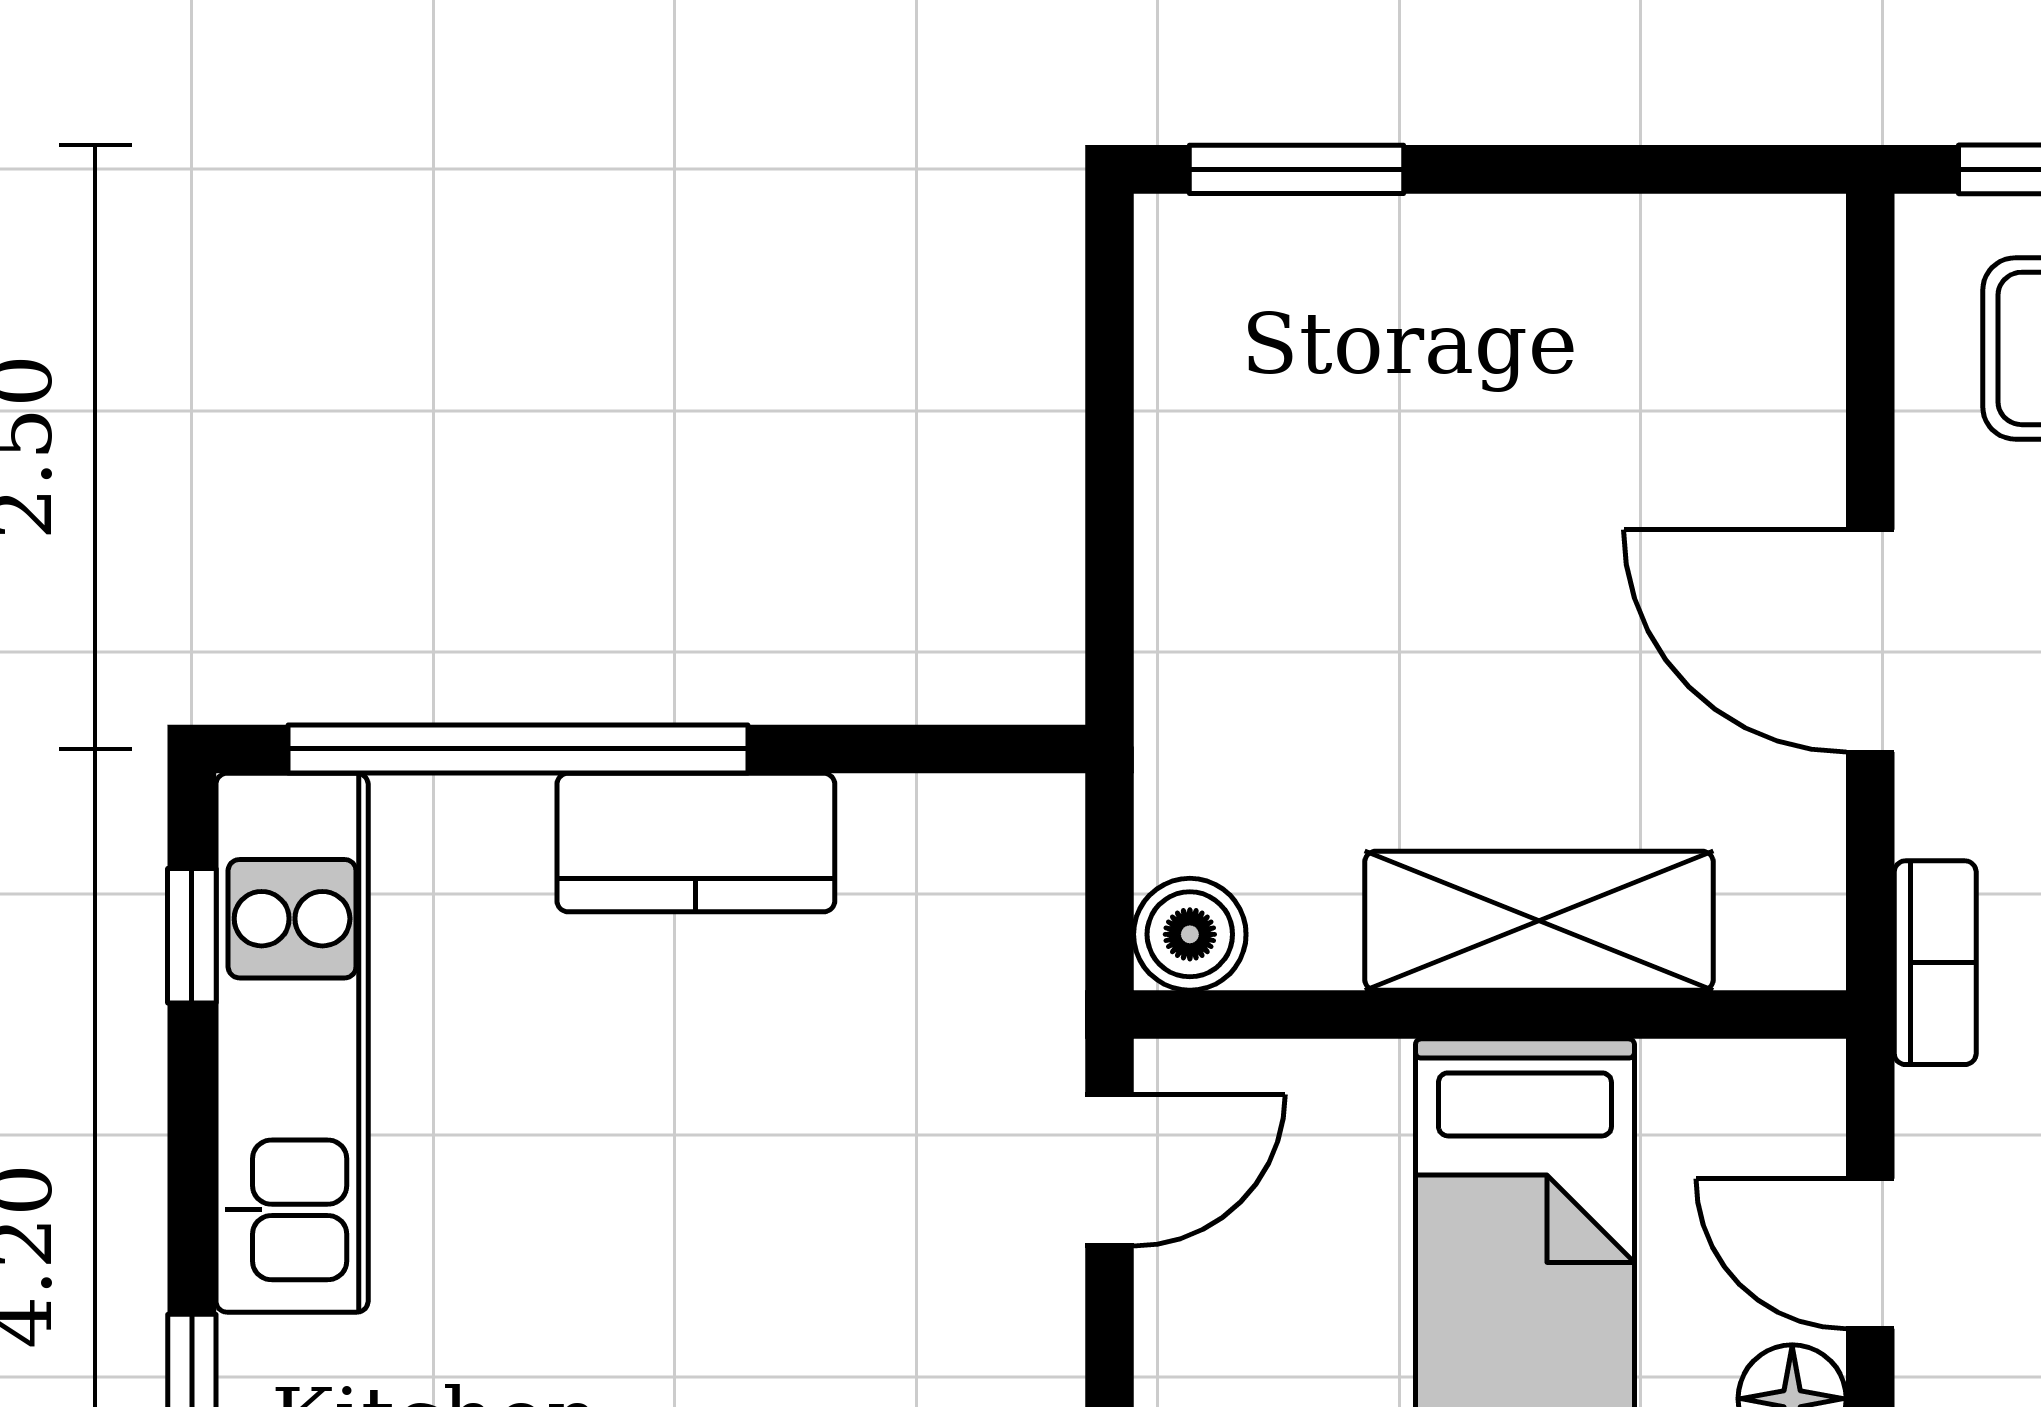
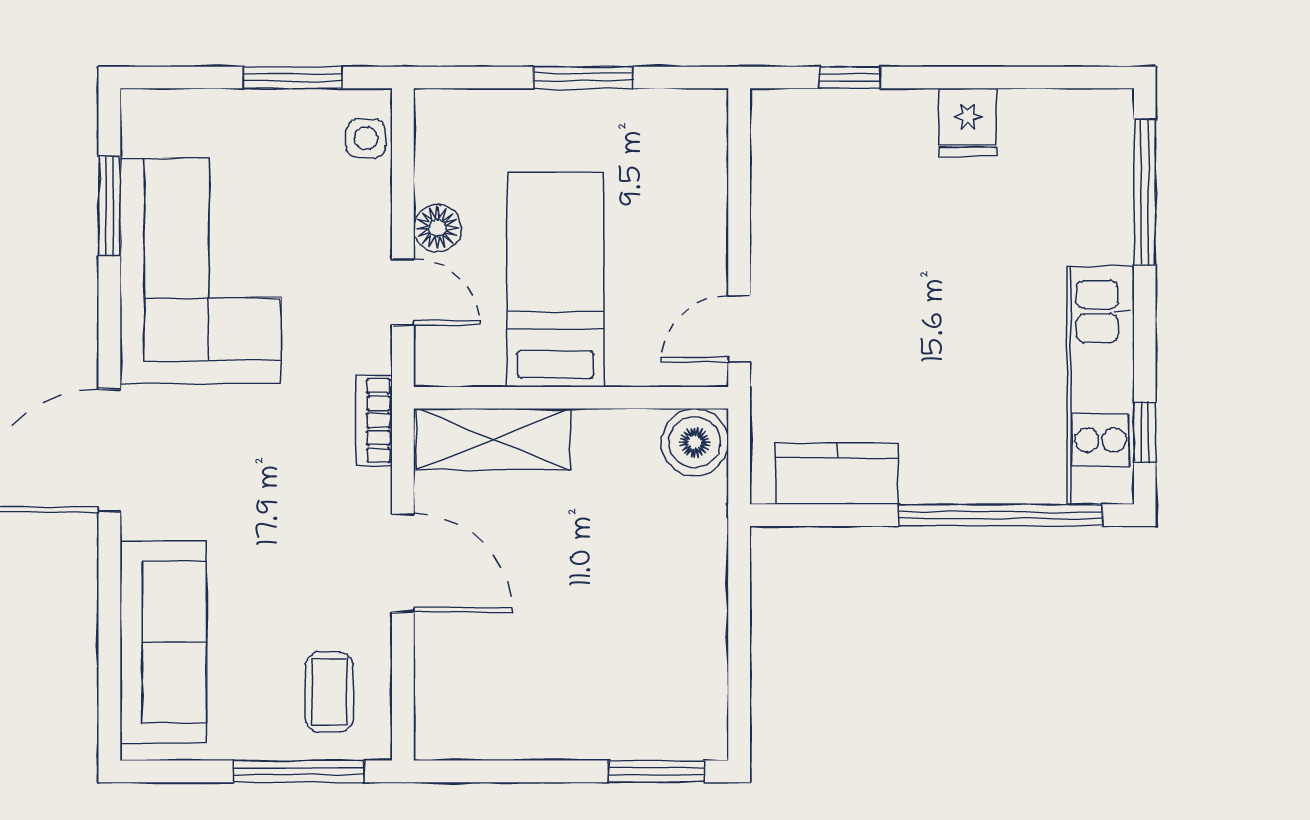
kitchen counter: (696, 843) -> (837, 474), moved
shelving: (1539, 921) -> (494, 439), moved
boiler: (1190, 934) -> (695, 442), width x1.36, depth x1.36

